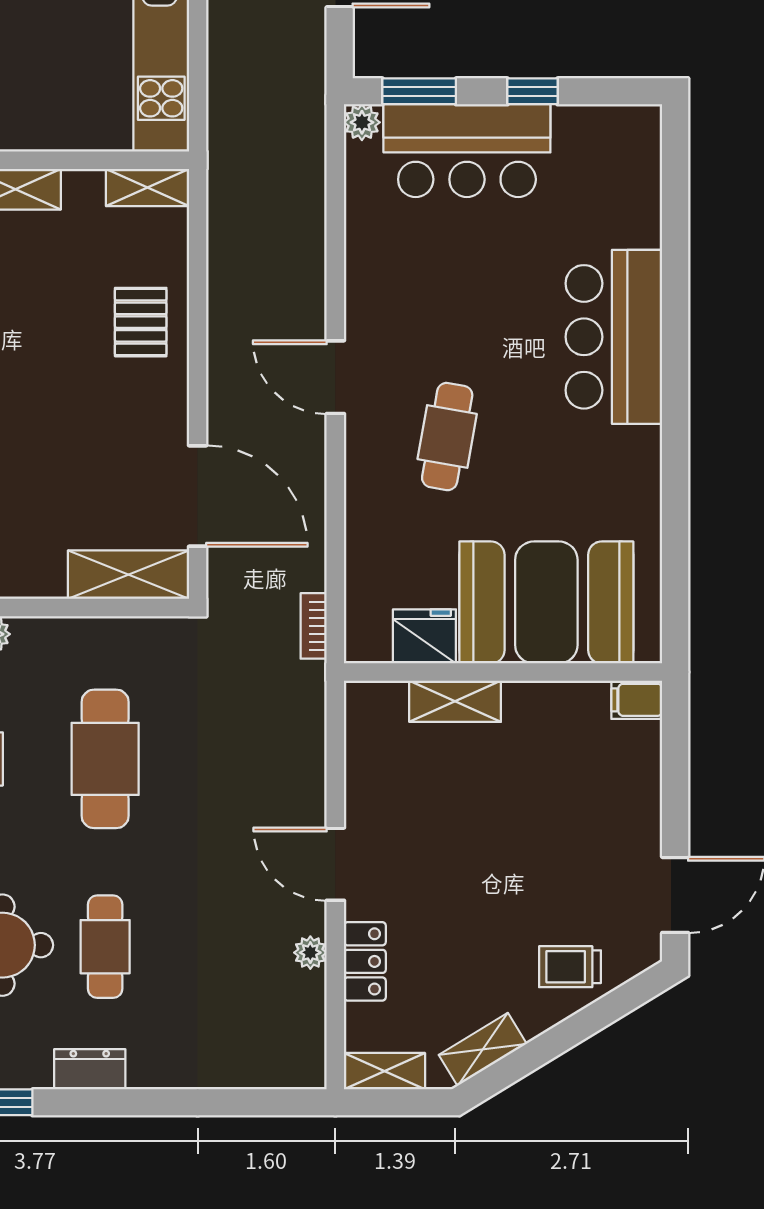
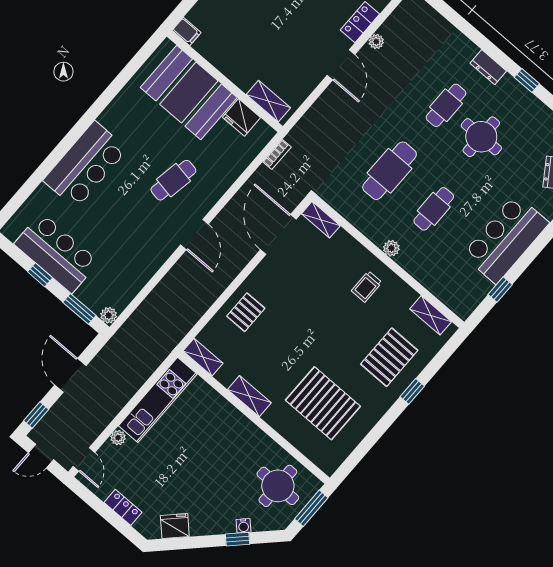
bar counter: (467, 151) -> (56, 253), moved
shelving: (128, 575) -> (321, 220), width x0.67, depth x0.75
shelving: (455, 701) -> (268, 101), moved

